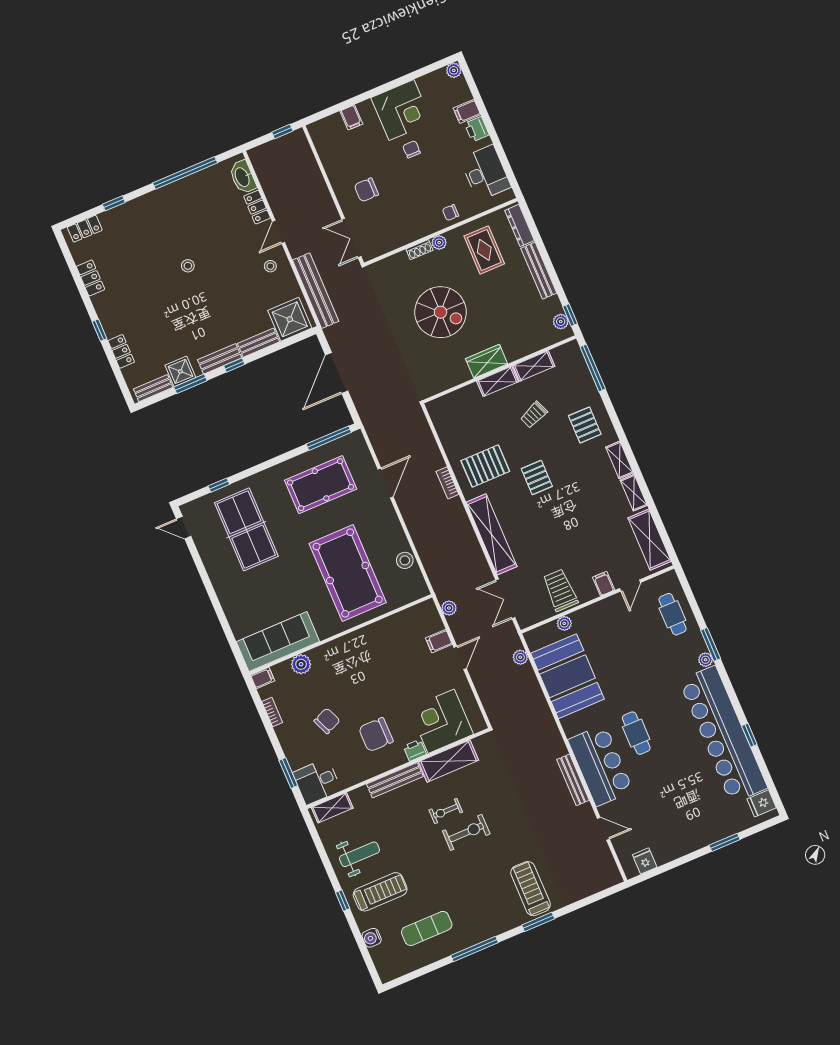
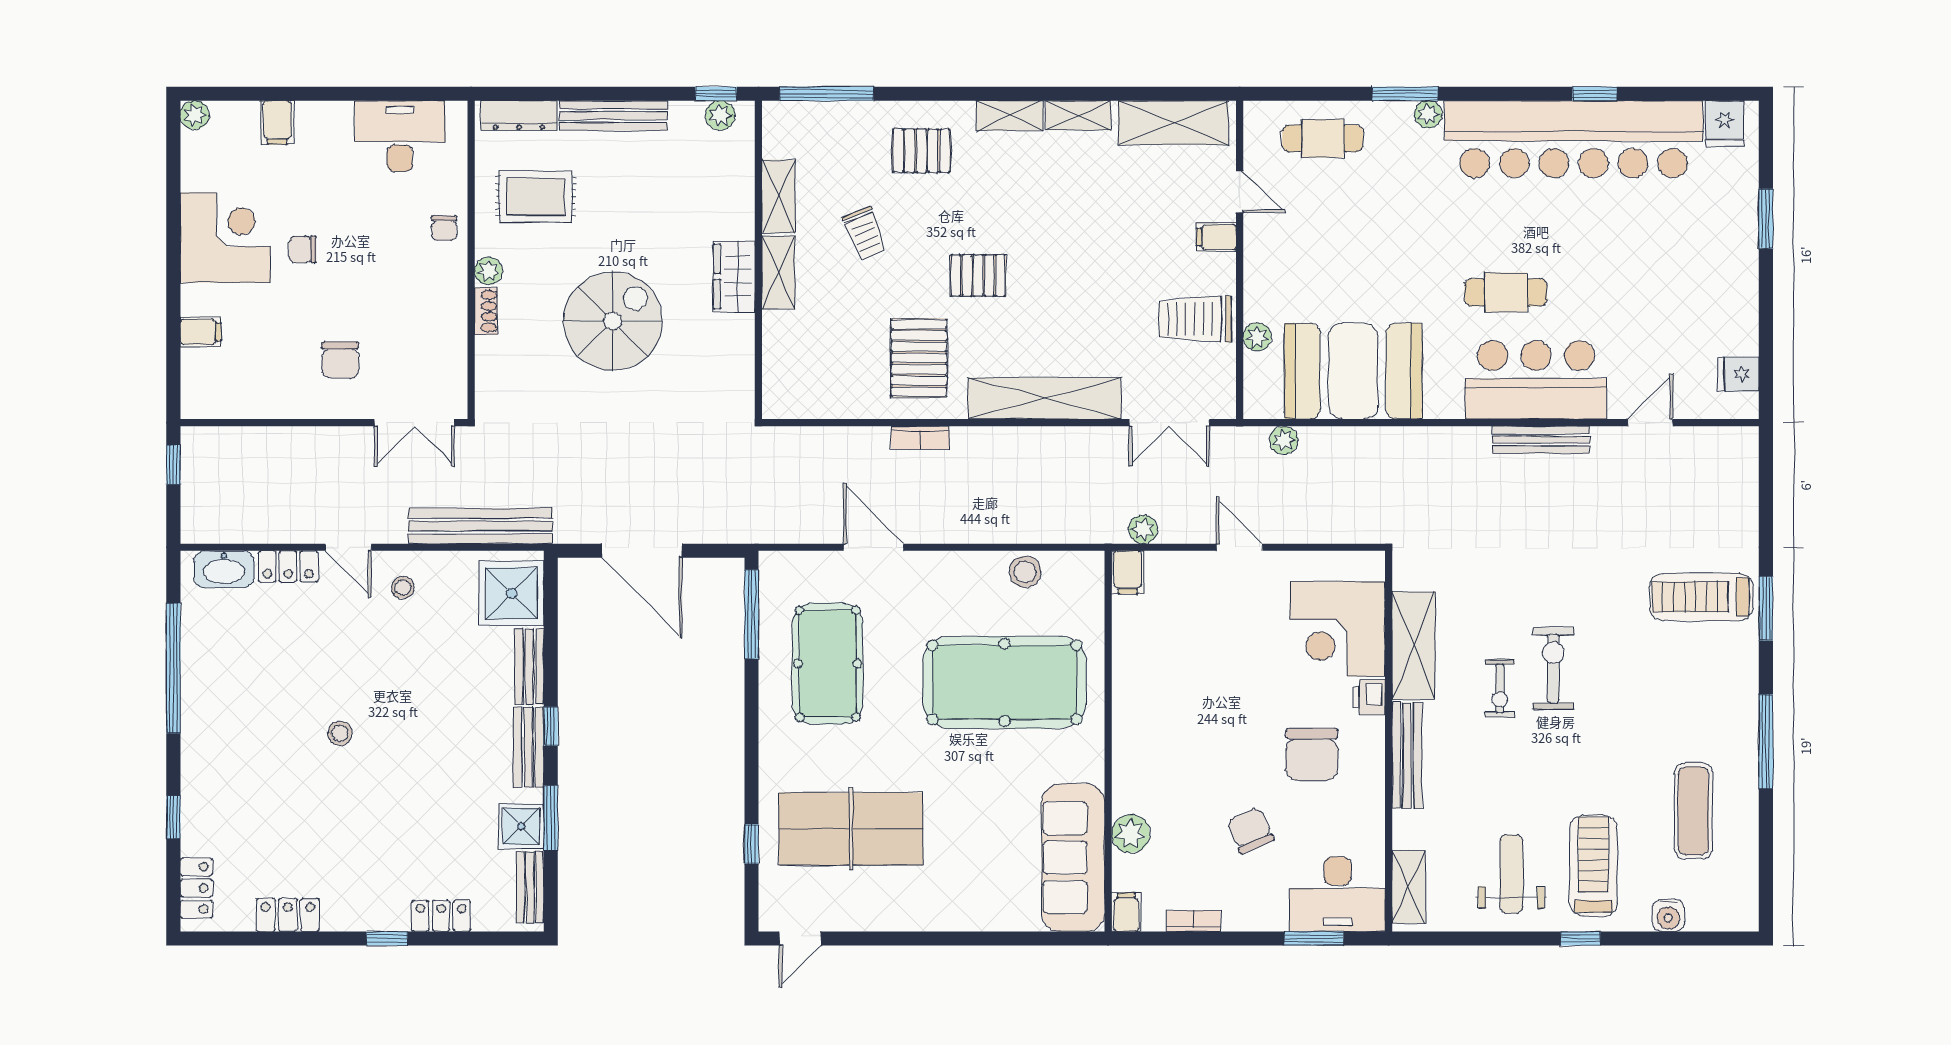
printer: (477, 129) -> (316, 119), removed
filing cabinet: (439, 641) -> (1128, 572), moved
desk: (317, 782) -> (1338, 894), width x1.37

